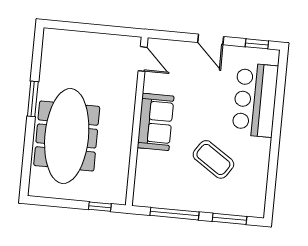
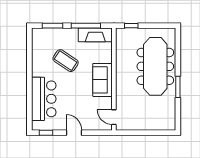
fireplace: (161, 197) -> (95, 35), added

